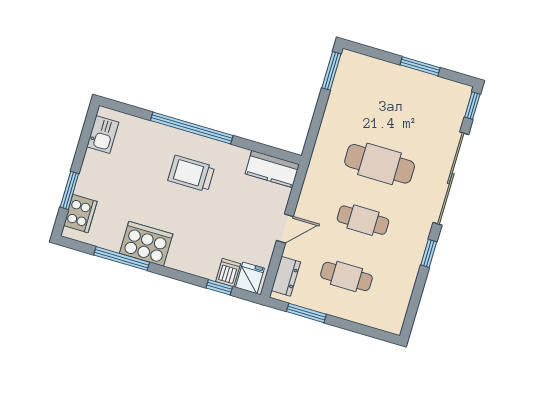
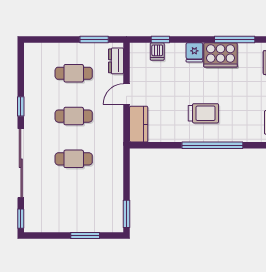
window: (420, 66) -> (85, 235), moved
cafe table: (380, 164) -> (74, 159), width x0.73, depth x0.74
kitchen counter: (272, 169) -> (139, 124), moved, turned 90
fridge: (250, 278) -> (194, 52), moved

